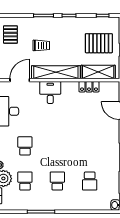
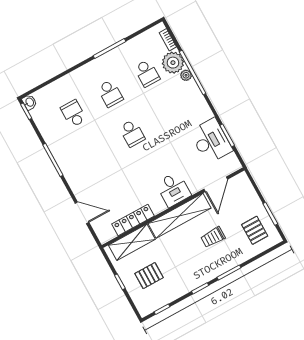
pallet: (99, 43) -> (149, 276), width x0.67, depth x0.71
locker: (89, 87) -> (133, 220), width x1.53
school desk: (25, 146) -> (132, 133), moved

